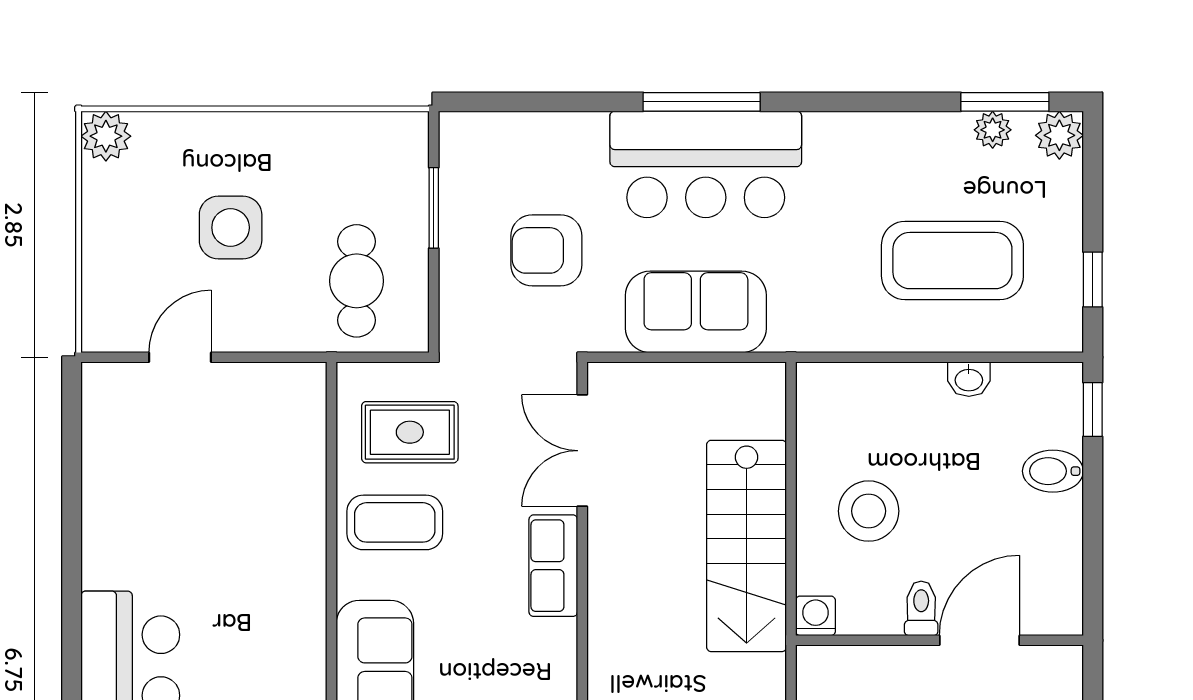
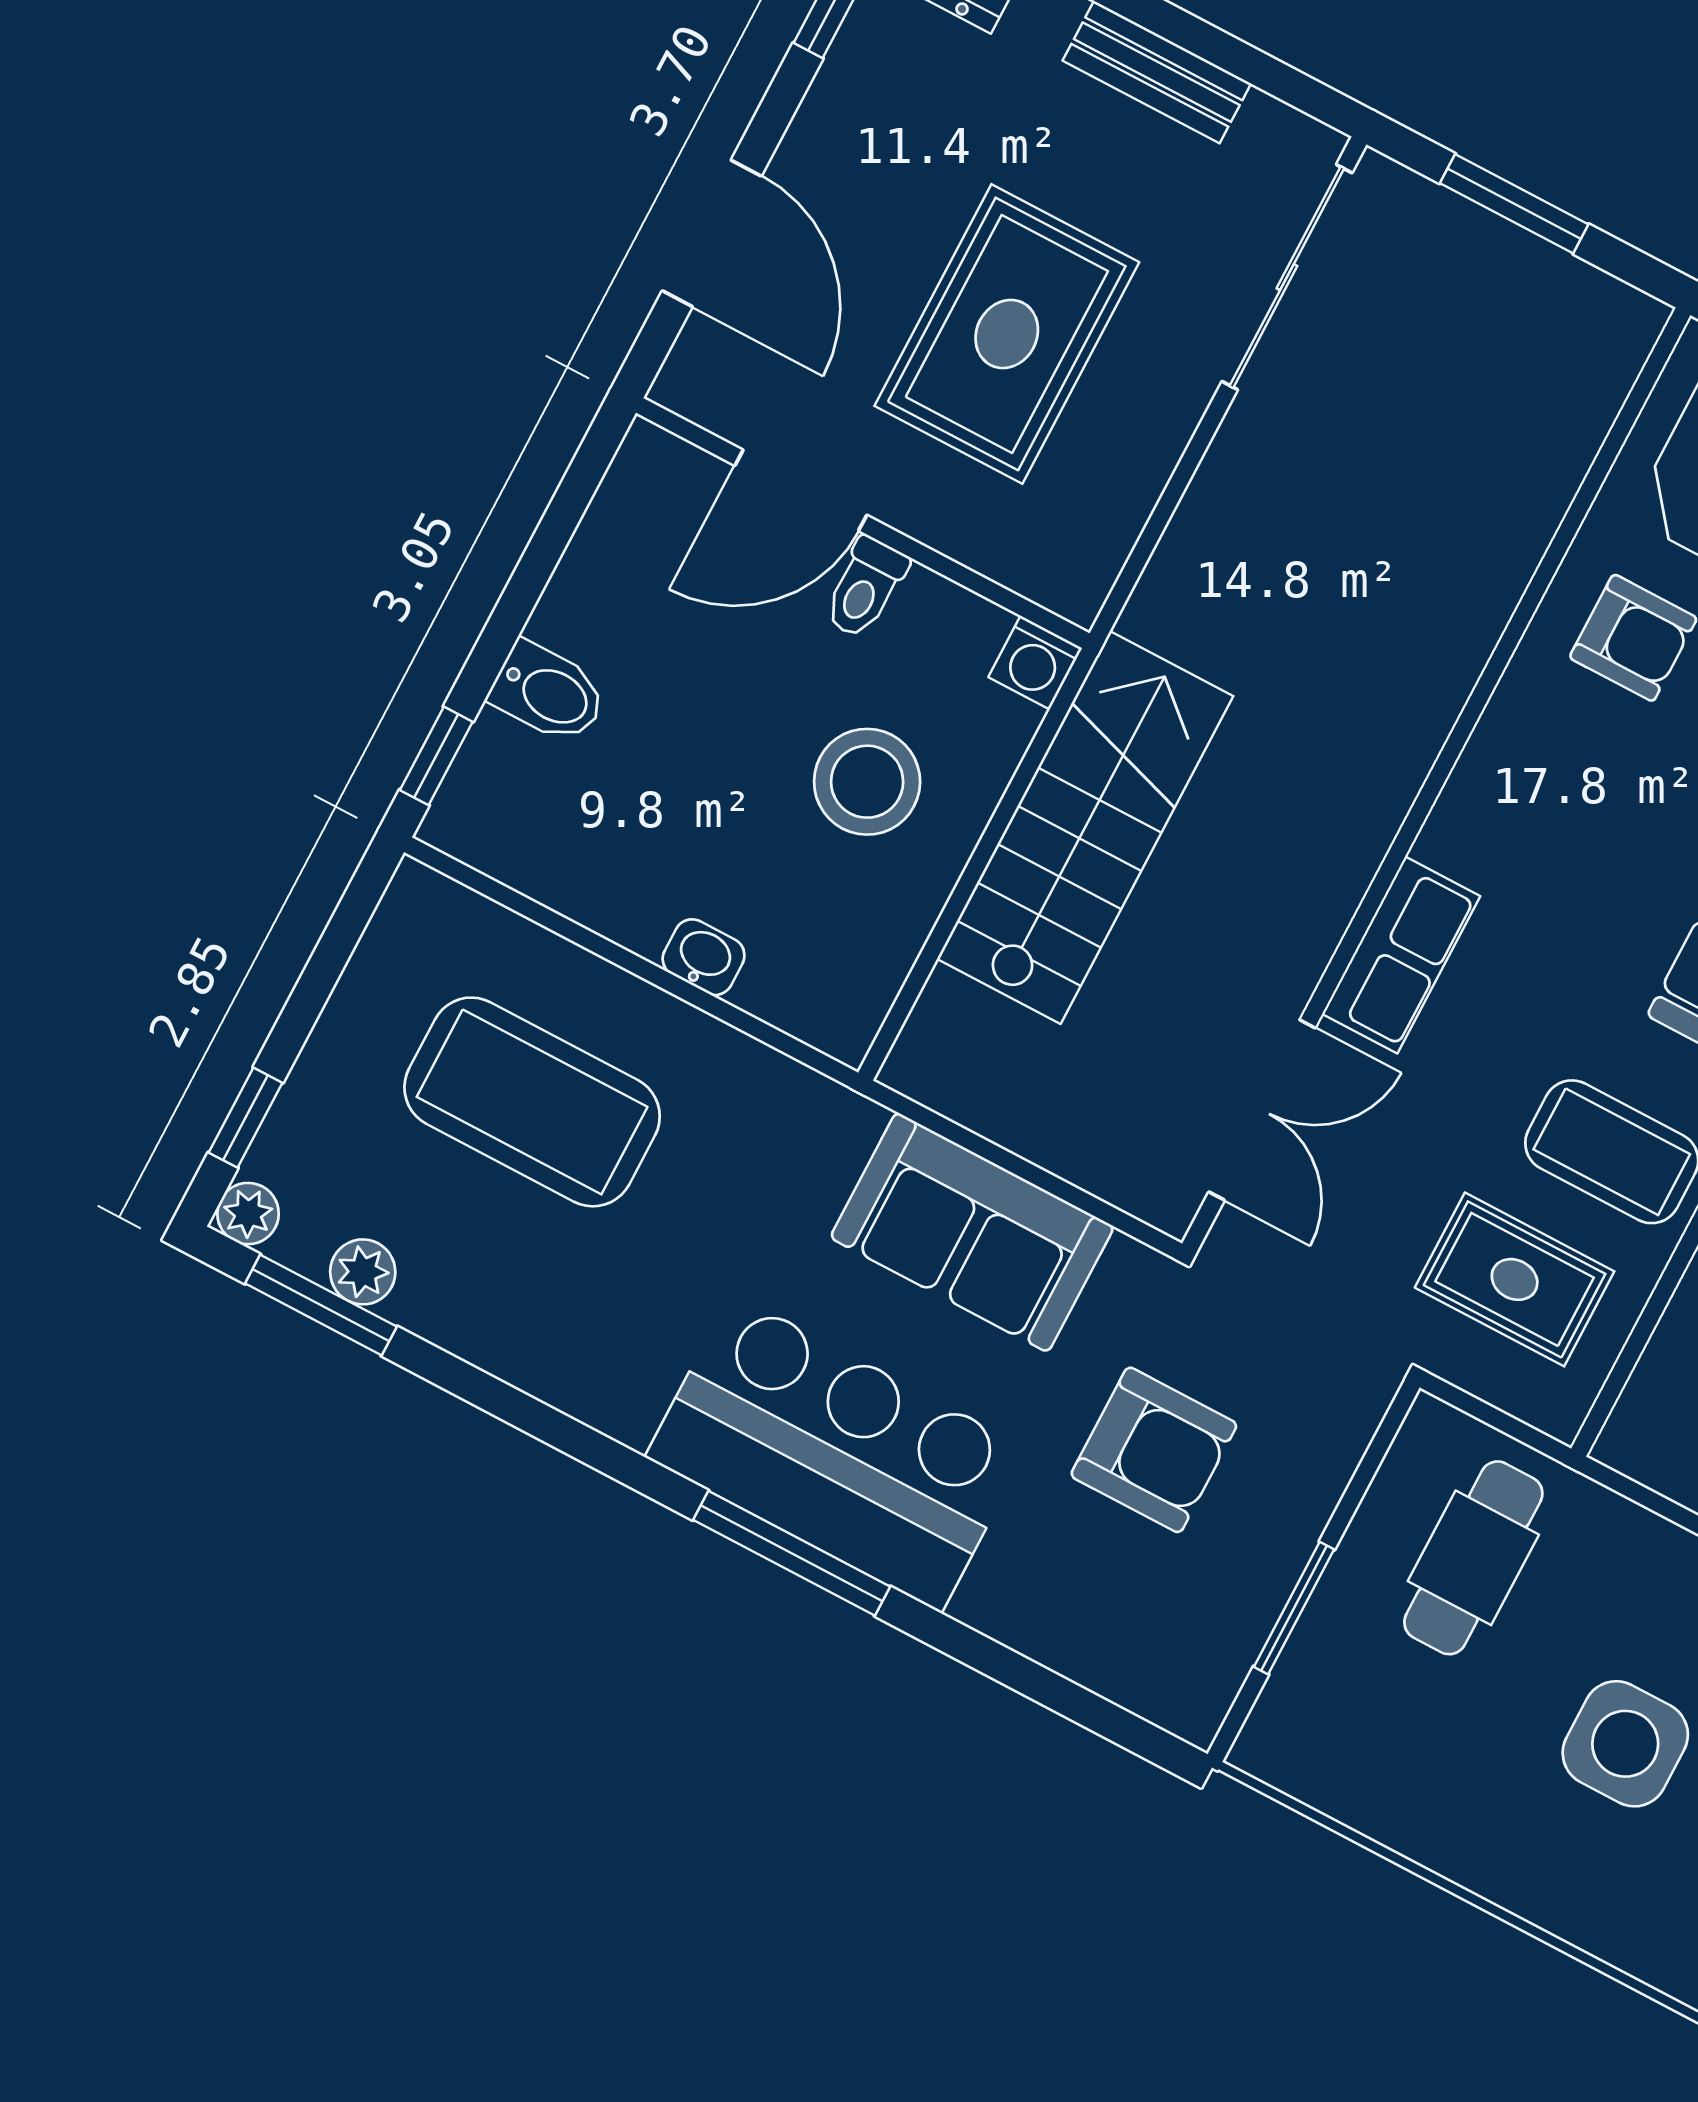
plant: (1059, 135) -> (248, 1214), width x0.73, depth x0.73
window: (1093, 279) -> (246, 1118), moved
washbasin: (969, 379) -> (704, 957), moved

